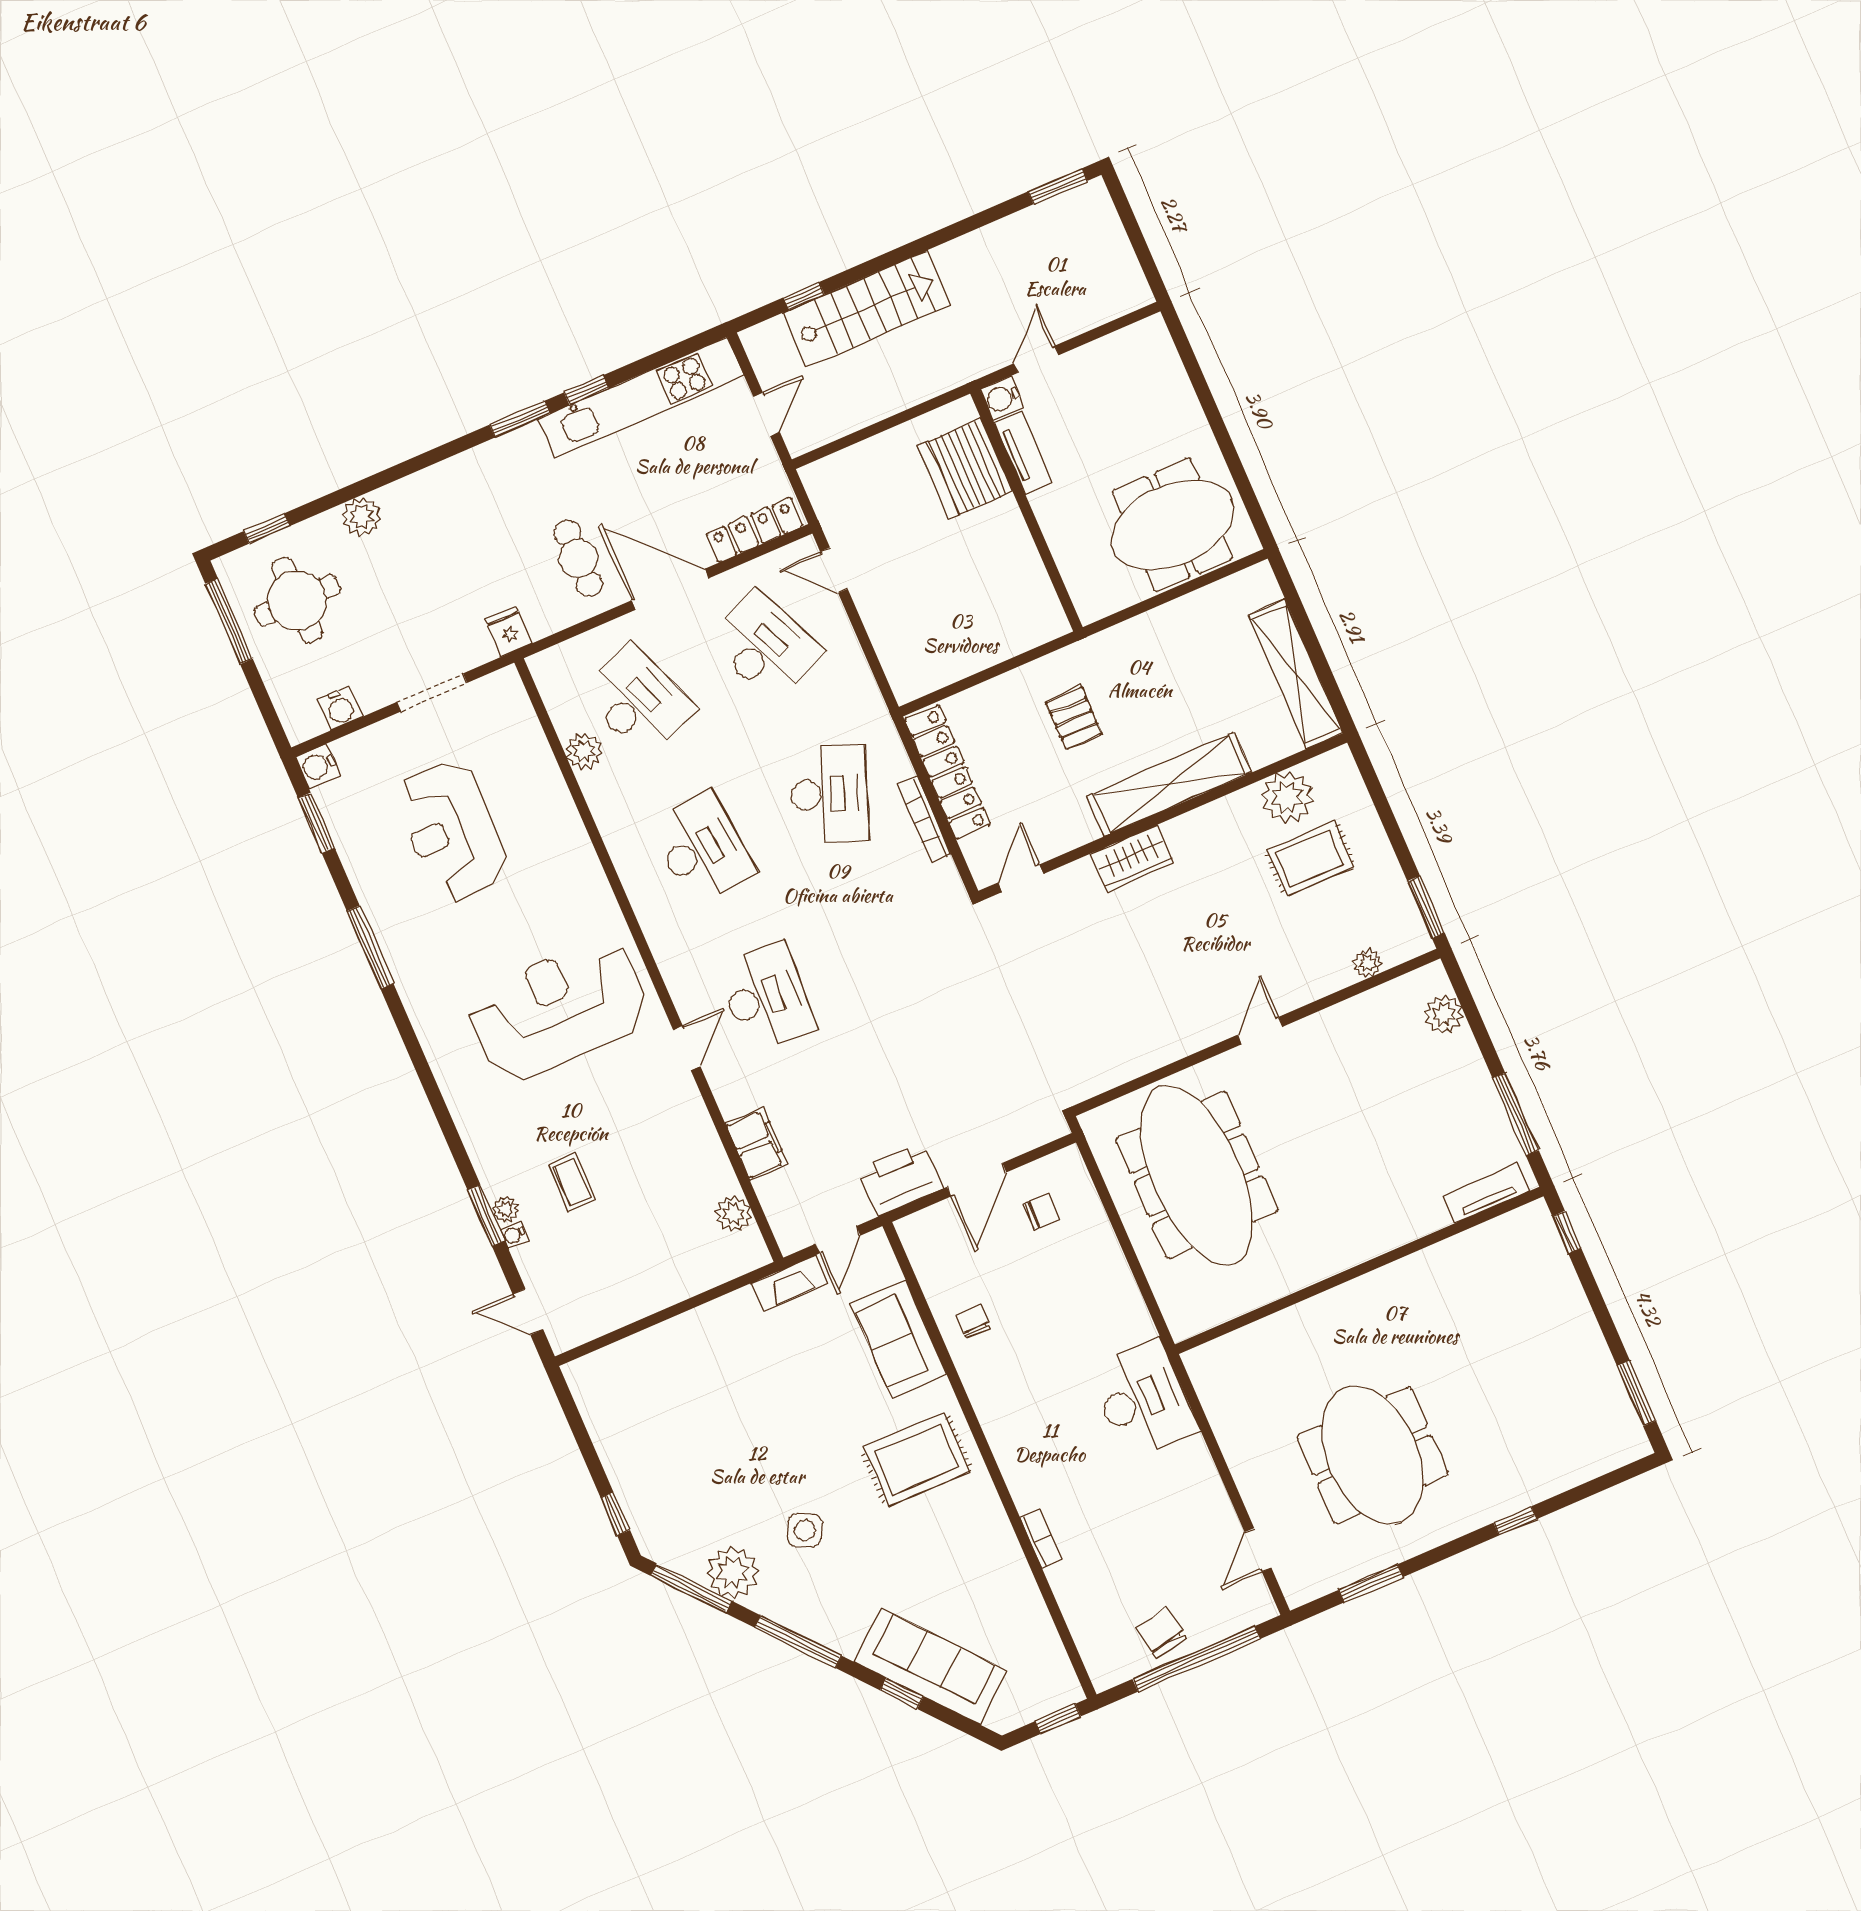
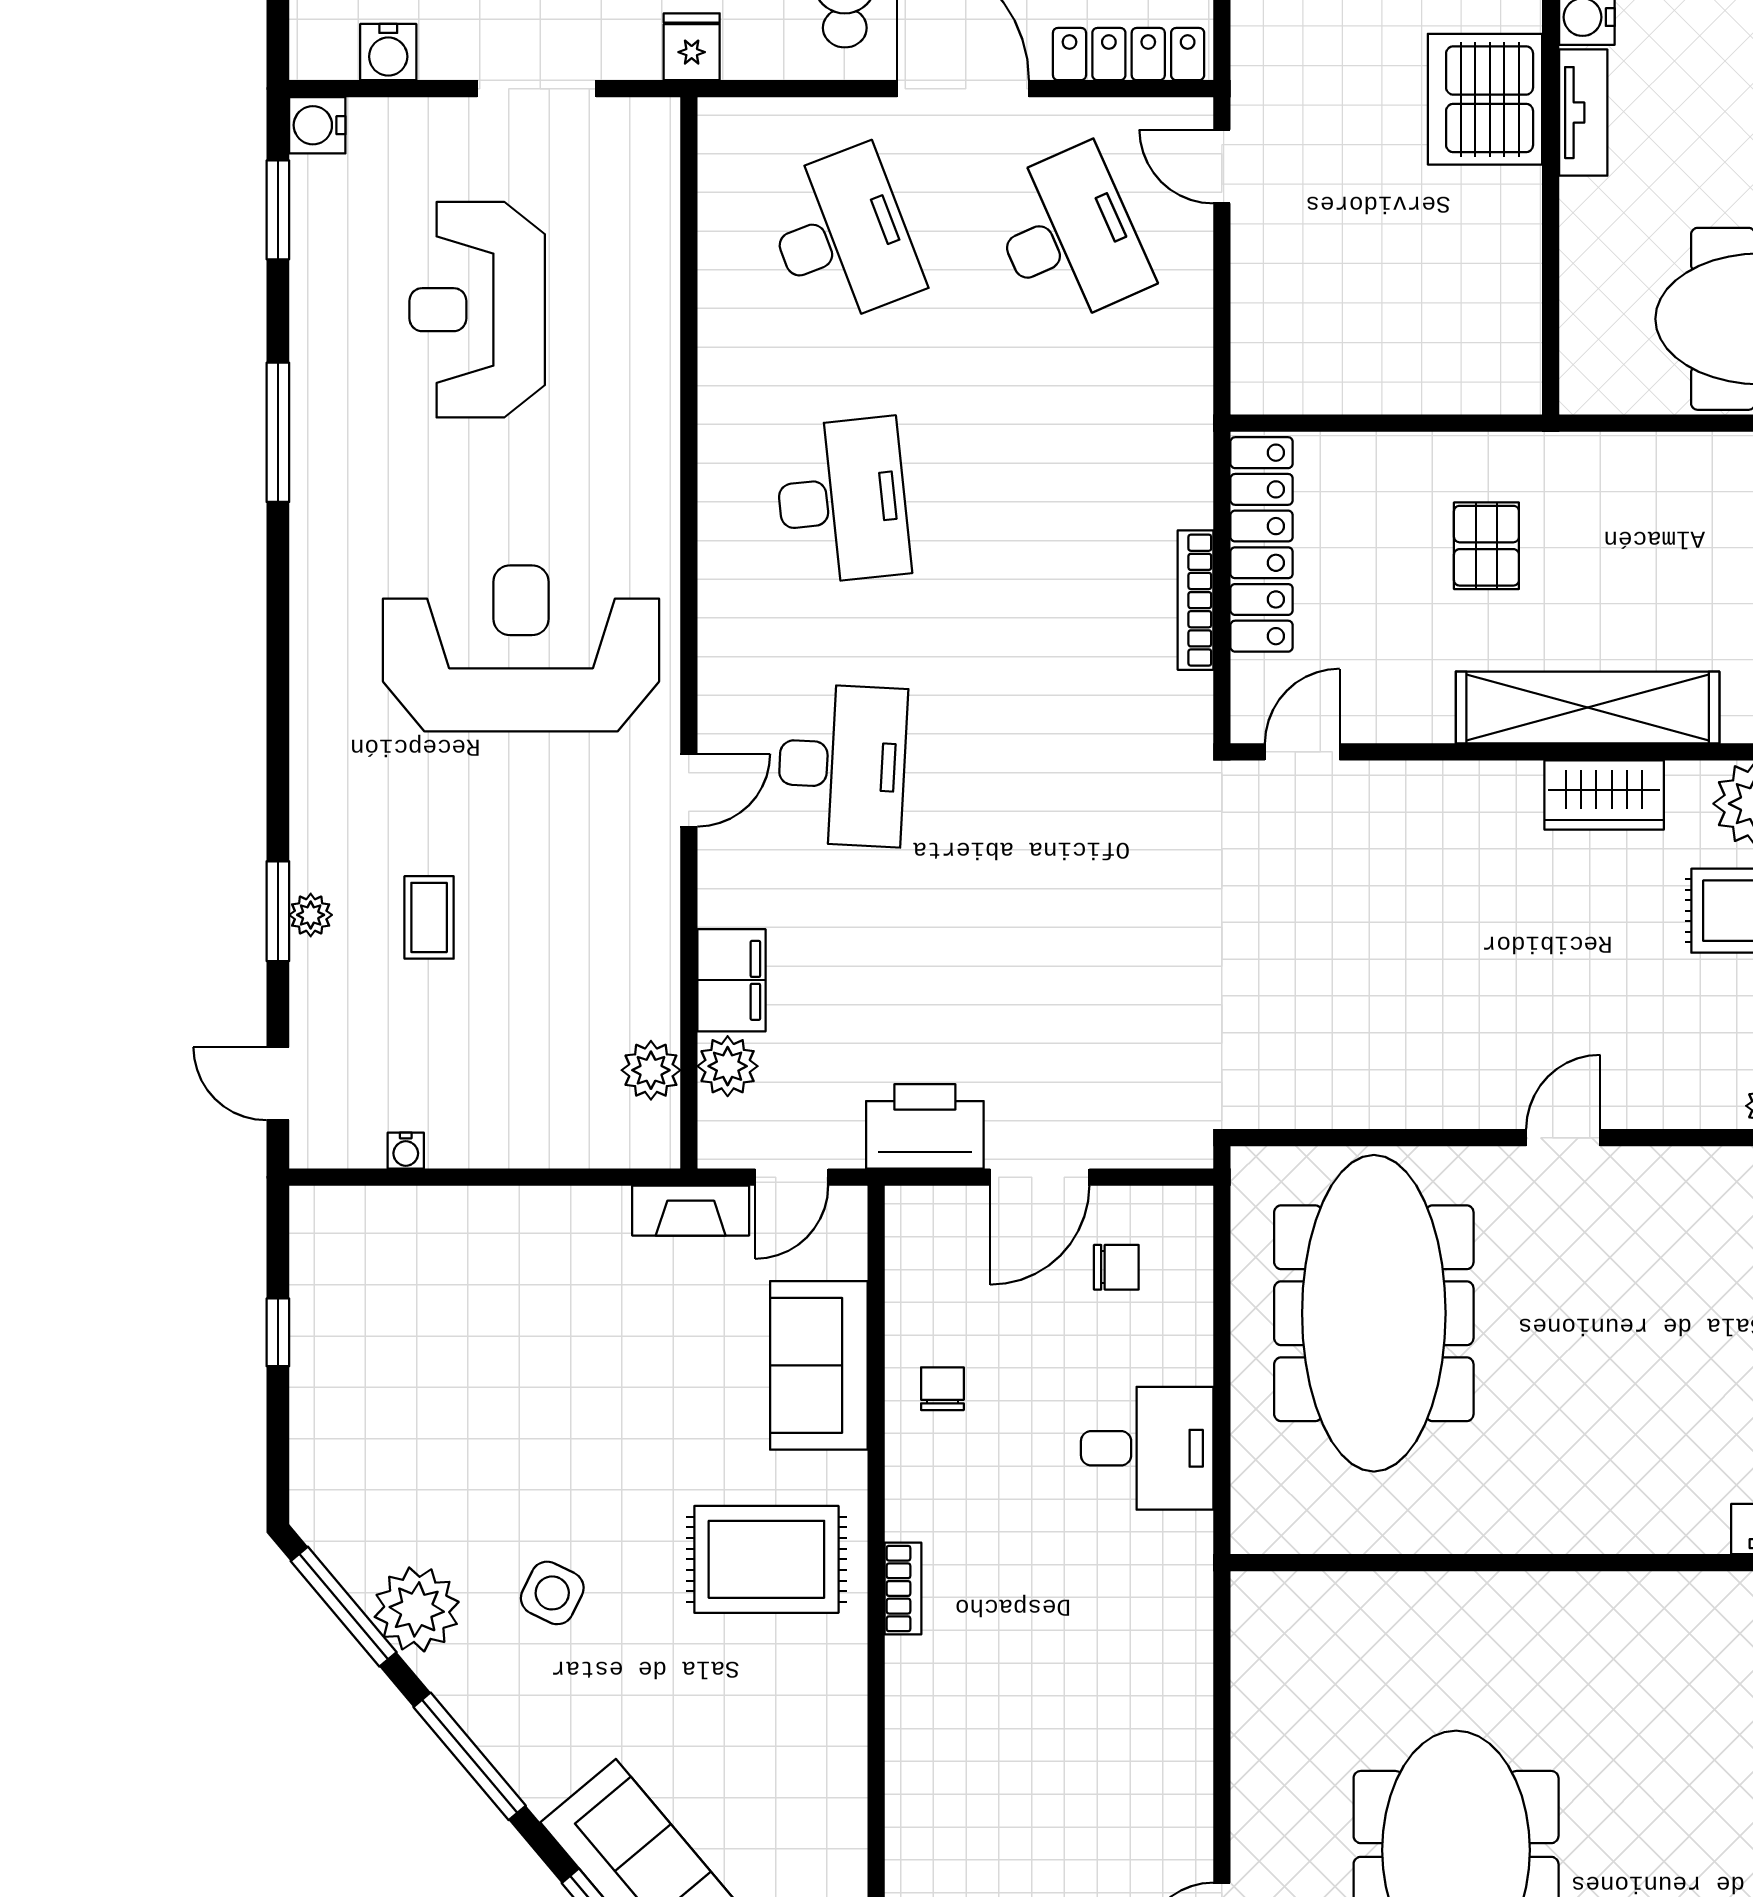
plant: (584, 751) -> (728, 1066), moved
desk: (829, 794) -> (1069, 501), removed
wardrobe: (1132, 859) -> (1604, 795), moved
water cooler: (514, 1235) -> (406, 1151), moved, turned -90
desk: (1143, 1399) -> (1147, 1448), moved, width x0.73
window: (615, 1514) -> (278, 1332), moved
bookcase: (1041, 1539) -> (903, 1588), moved

